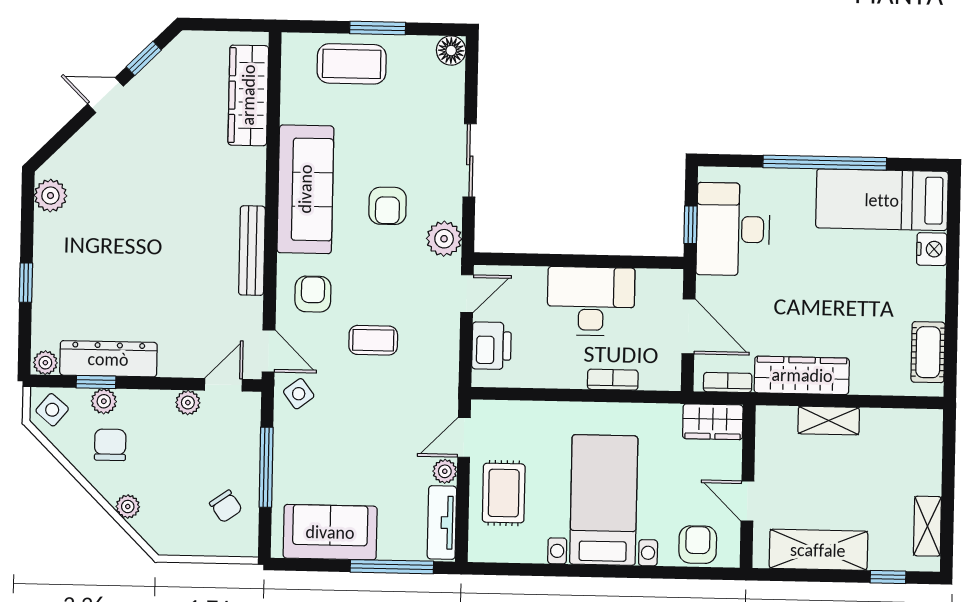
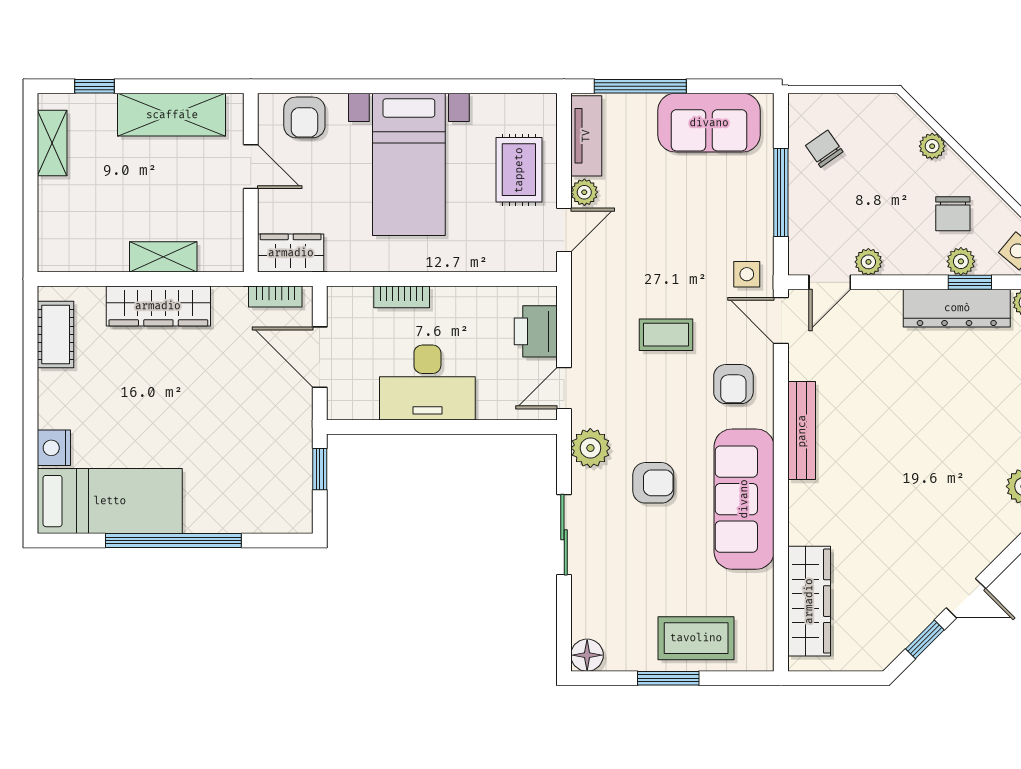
armchair: (388, 206) -> (653, 483), turned 90
desk: (733, 229) -> (273, 465), removed
wardrobe: (802, 375) -> (158, 306), moved
side table: (299, 394) -> (747, 274), turned 37

